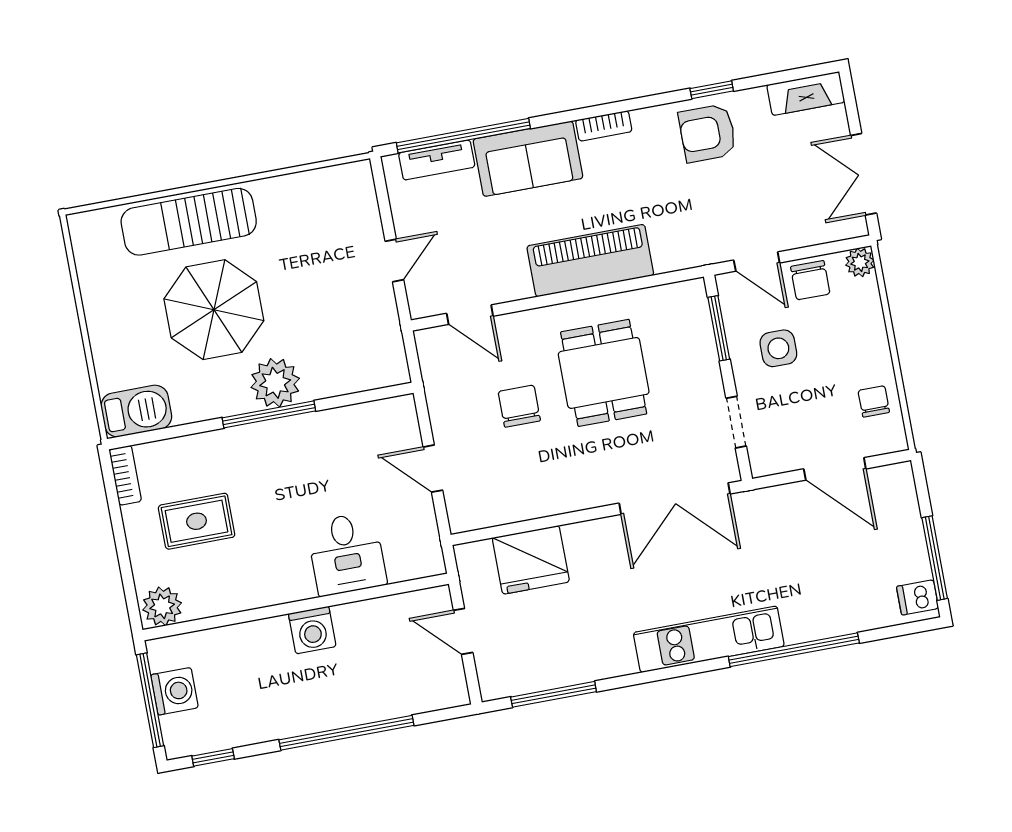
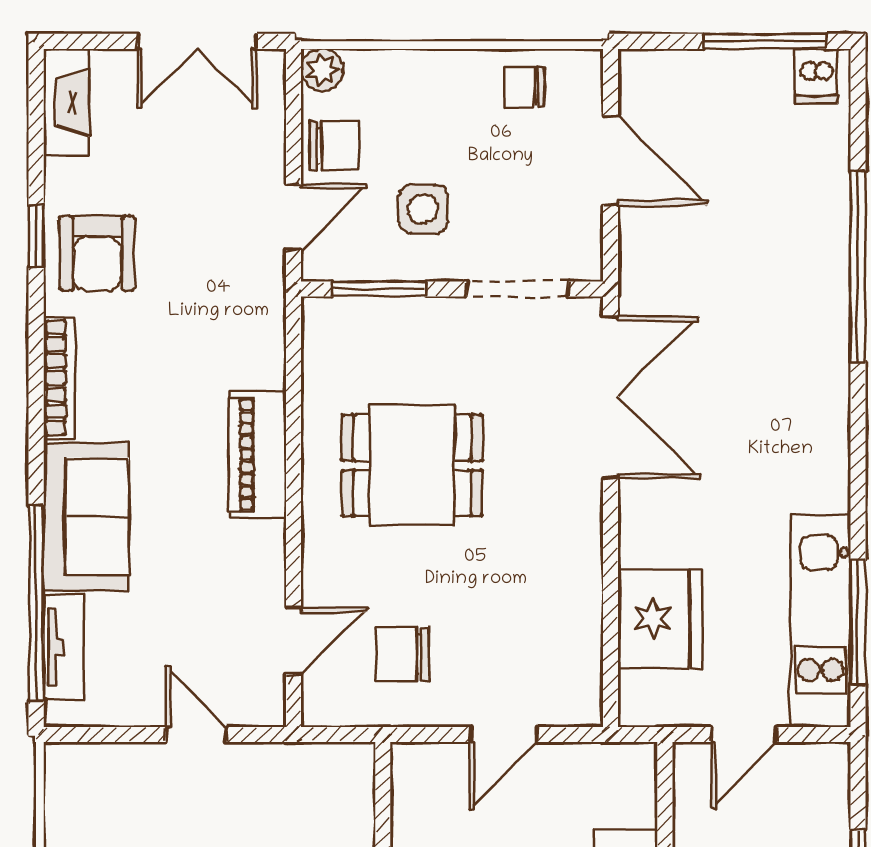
bookcase: (604, 126) -> (59, 378), width x1.56
piano: (590, 261) -> (258, 455), width x0.73, depth x0.75
chair: (519, 406) -> (402, 654), moved
doorway: (736, 422) -> (518, 289), width x1.38
door: (835, 469) -> (610, 160), hinge flipped
kitchen unit: (709, 639) -> (821, 621), moved

